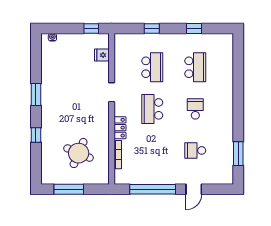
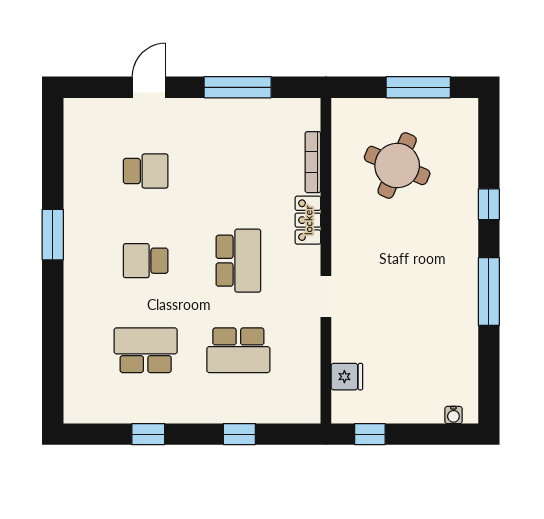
school desk: (152, 67) -> (238, 350), turned -90
school desk: (195, 67) -> (146, 350), turned 90
window: (36, 95) -> (489, 292), width x1.44
school desk: (195, 109) -> (146, 261), turned 90
window: (238, 154) -> (53, 235), moved
window: (153, 189) -> (238, 87), width x0.68

